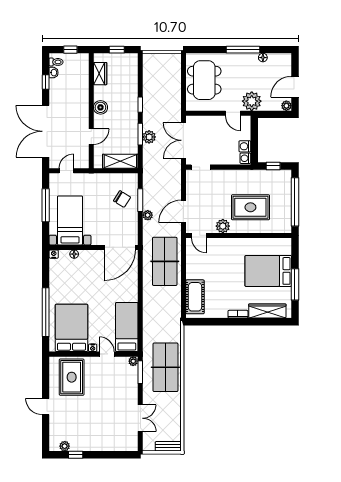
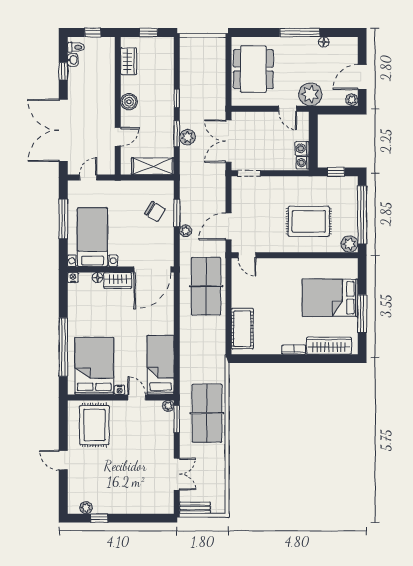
plant: (223, 226) -> (349, 244), moved
wardrobe: (91, 257) -> (118, 280), added
bench: (168, 446) -> (195, 508), moved

